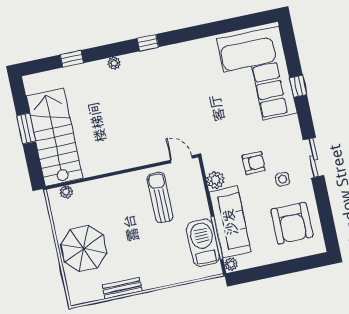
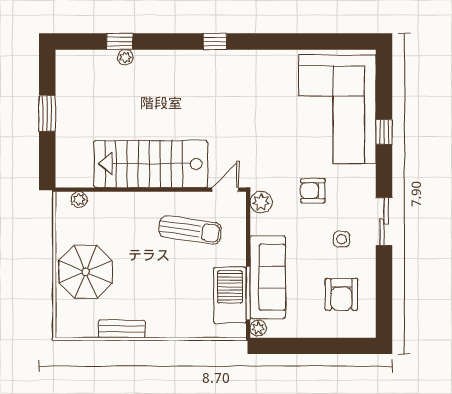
plant: (114, 63) -> (125, 57), moved
stairs: (54, 137) -> (151, 164), moved, turned -90
door: (181, 159) -> (225, 190), hinge flipped
armchair: (254, 163) -> (313, 191), moved, turned 180
plant: (216, 180) -> (261, 202), moved
sun lounger: (160, 197) -> (190, 230), turned 98
armchair: (292, 223) -> (341, 294), width x0.73, depth x0.73

